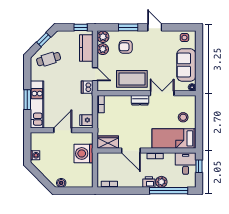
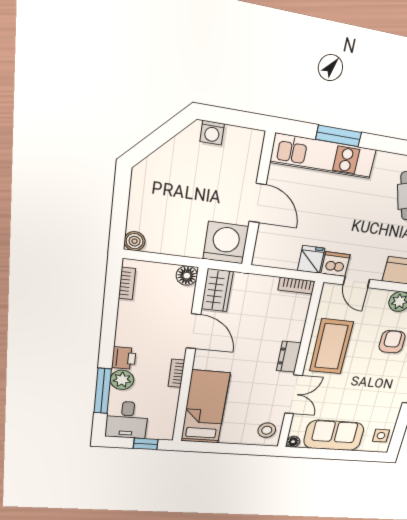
door: (95, 74) -> (356, 282), hinge flipped
stool: (183, 117) -> (267, 430), moved
fridge: (86, 120) -> (311, 259), moved
door: (131, 150) -> (193, 331), swing flipped
washing machine: (84, 153) -> (226, 243), moved
floor lamp: (102, 157) -> (187, 276), added
desk: (186, 163) -> (127, 420), moved, turned 90
boiler: (61, 183) -> (135, 241), moved
window: (169, 191) -> (103, 391), width x0.68

